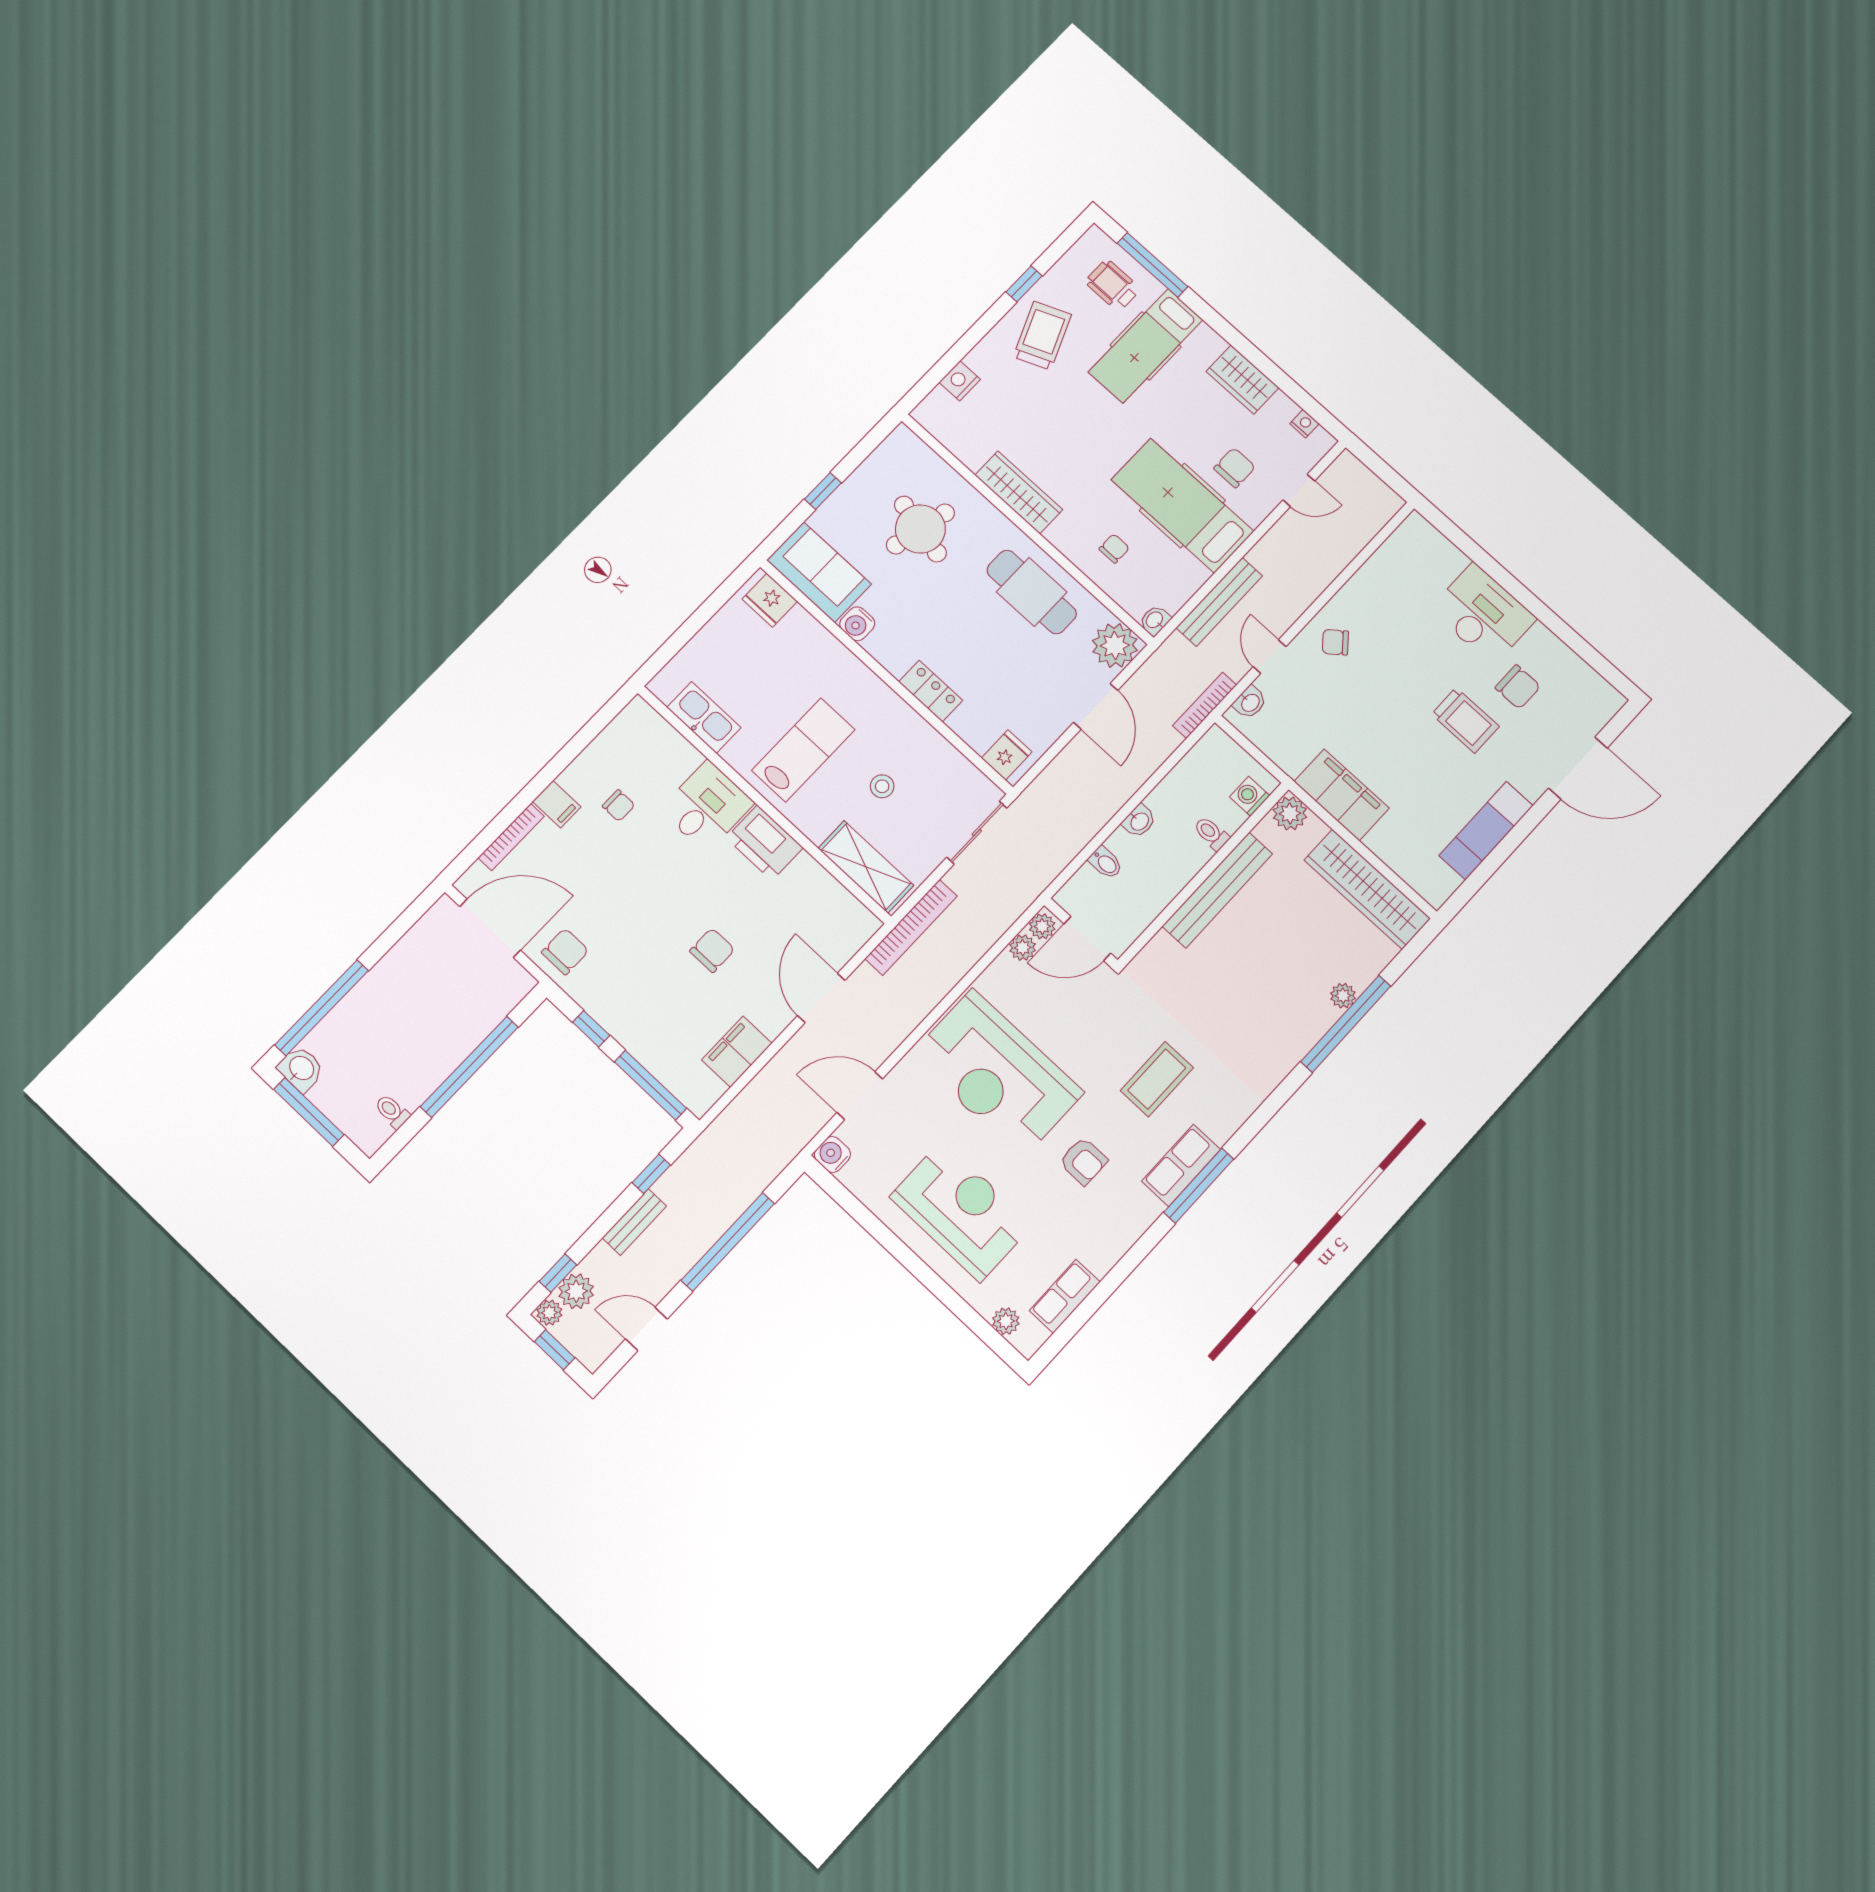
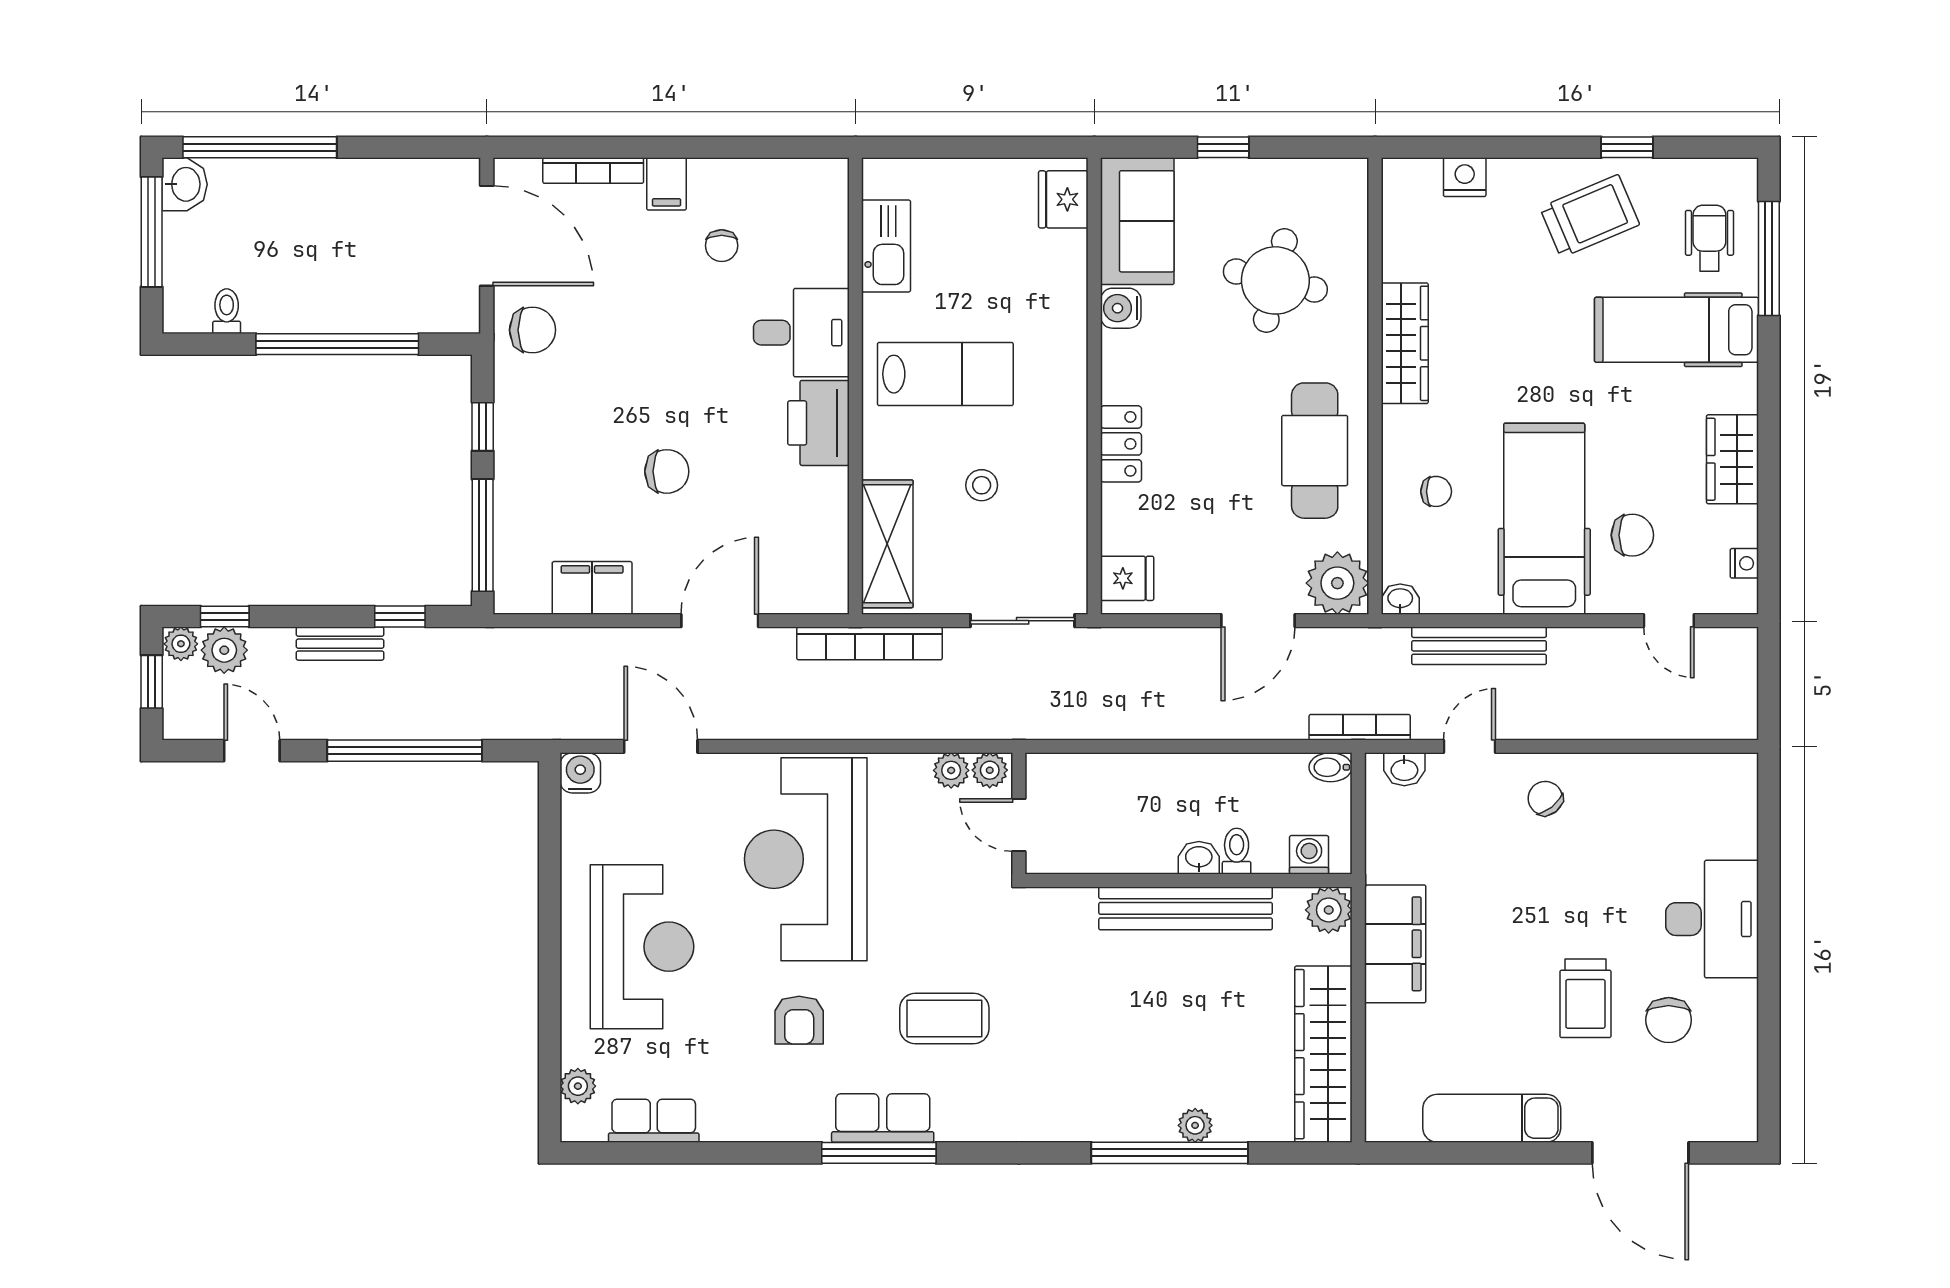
washbasin: (1139, 821) -> (1199, 858), moved, turned 180
bidet: (1105, 863) -> (1331, 767), moved, turned 90
door: (1087, 939) -> (1019, 825), width x0.73

